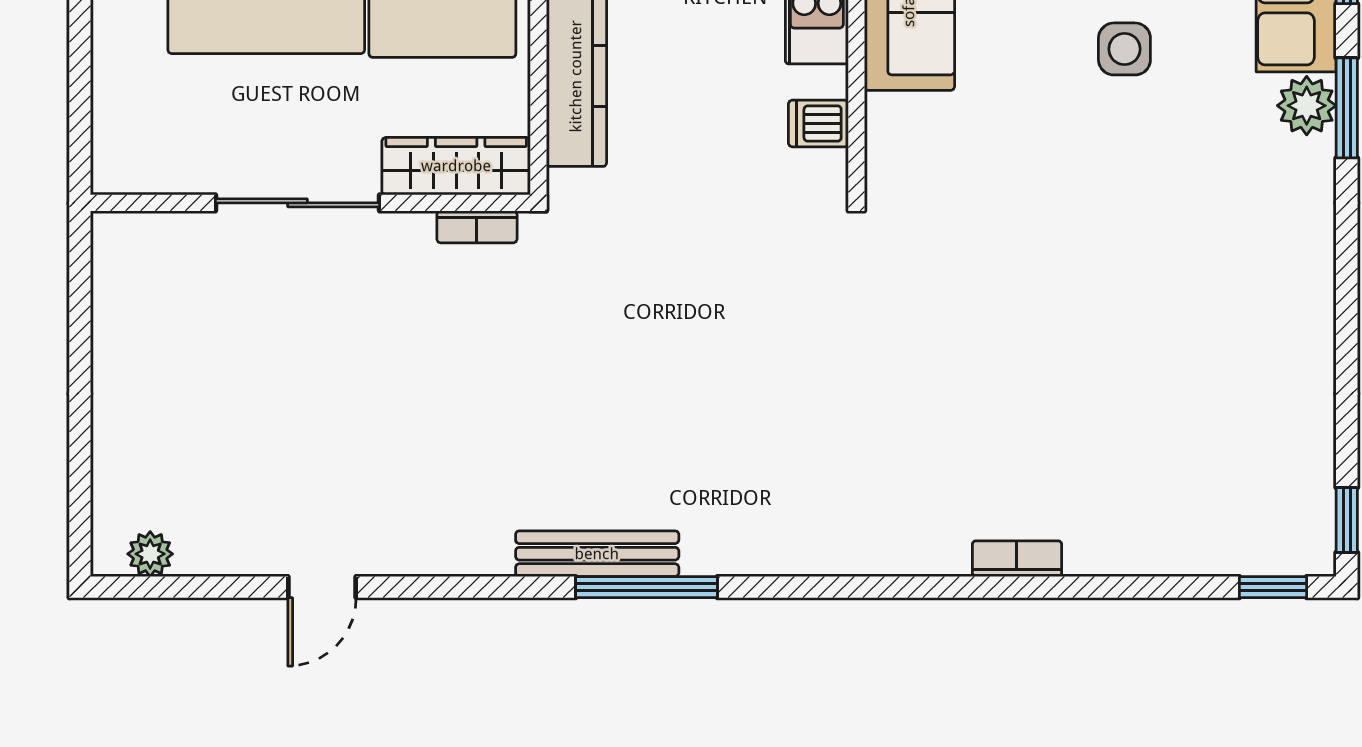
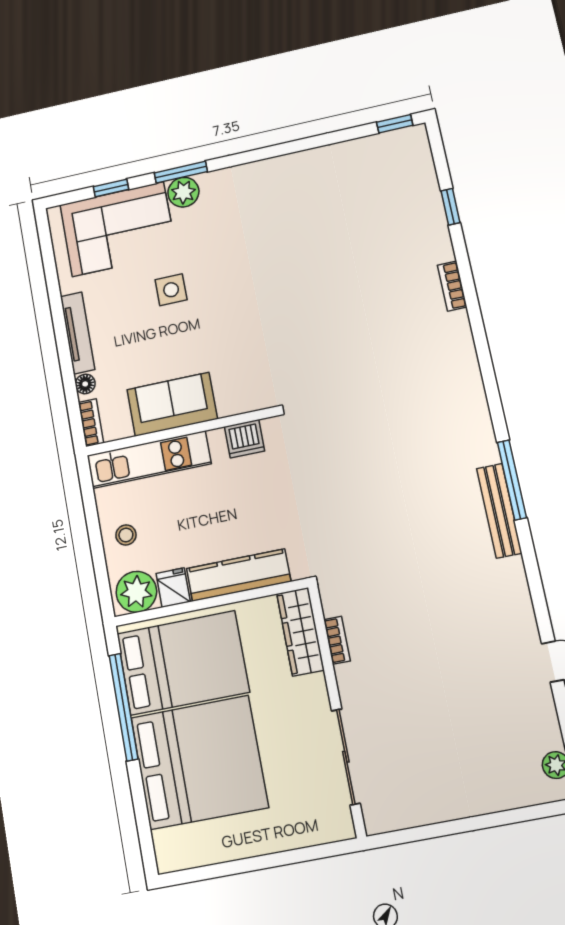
dishwasher: (818, 123) -> (244, 439), width x1.38
sliding door: (298, 203) -> (346, 757), moved
bookcase: (477, 227) -> (337, 640), moved
window: (1273, 587) -> (450, 207), moved

